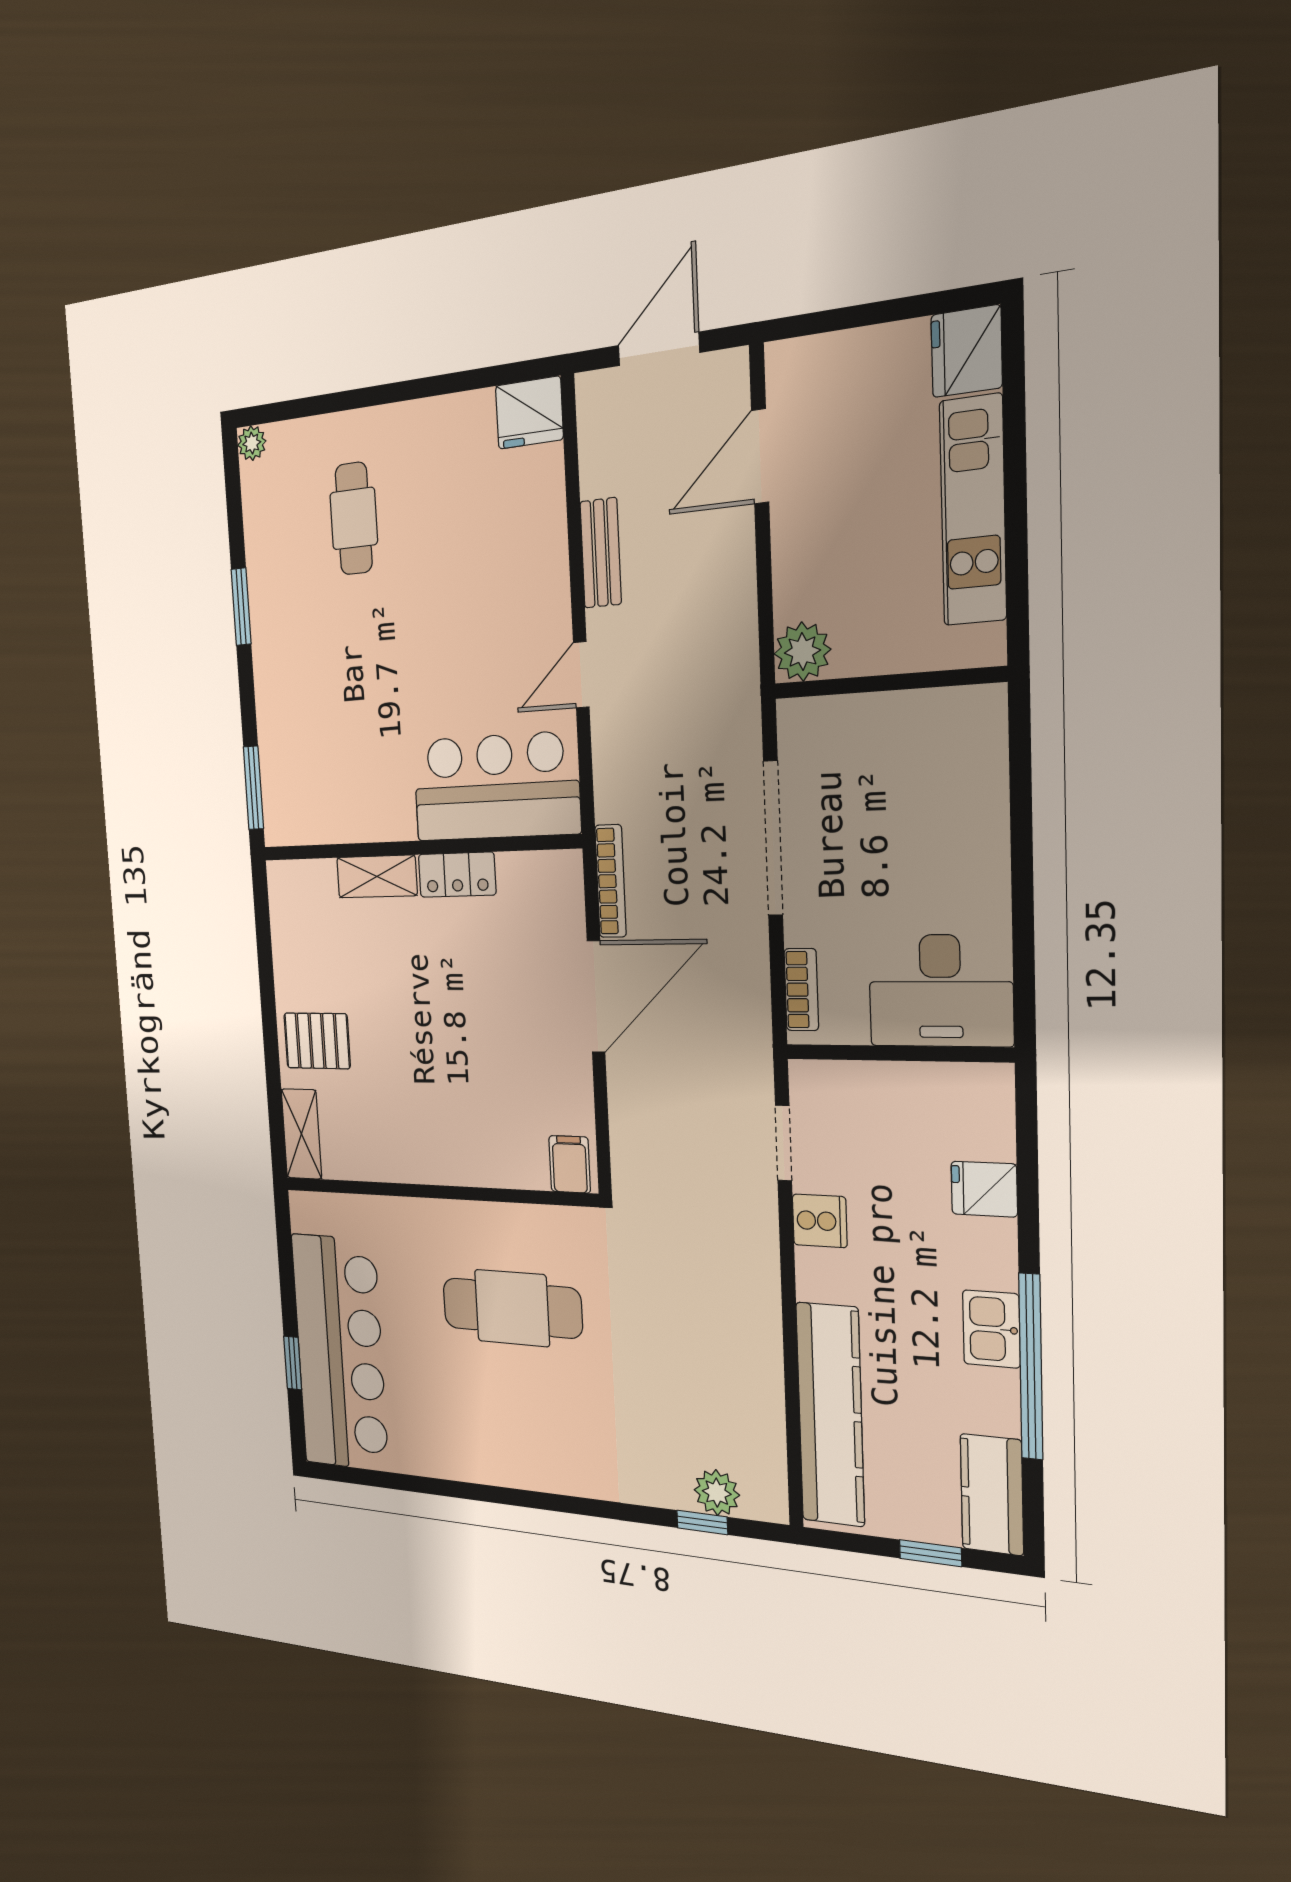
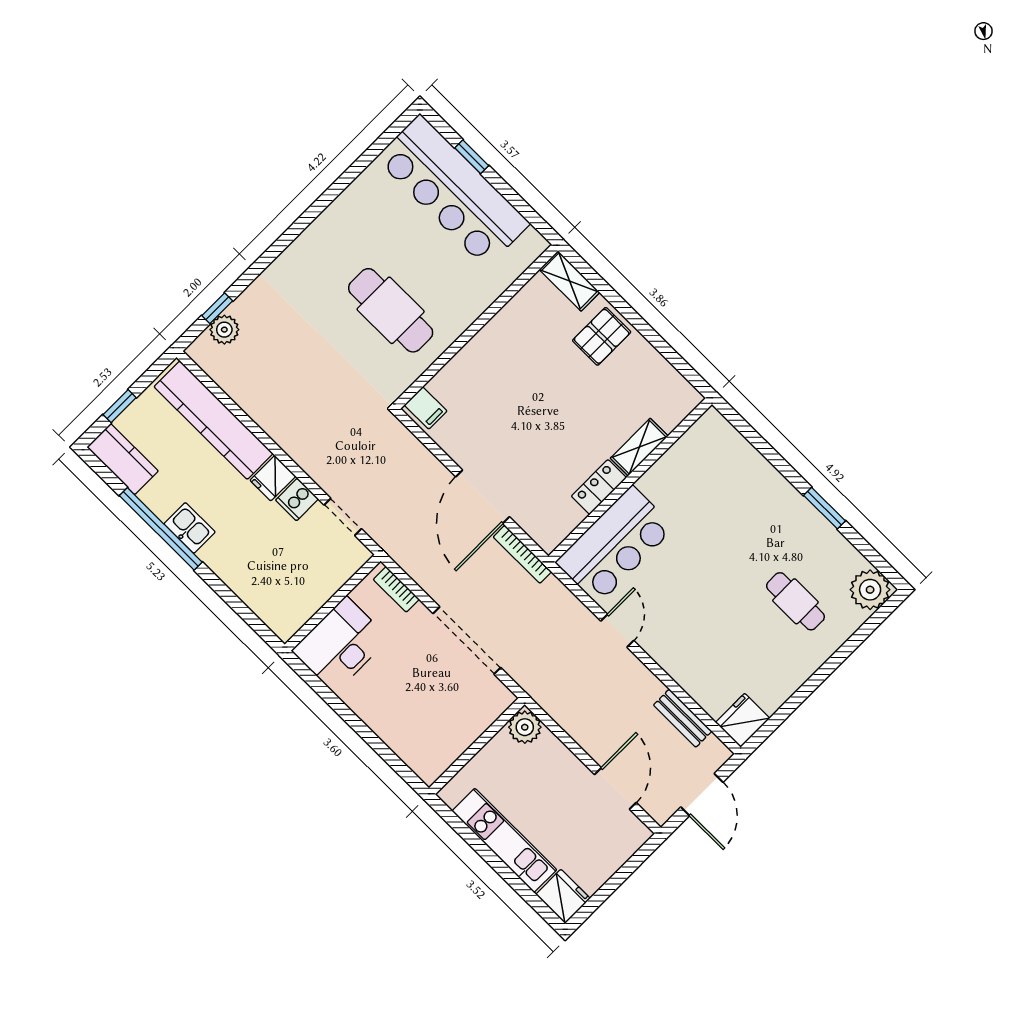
plant: (252, 443) -> (870, 590), width x1.88, depth x1.88
bench: (601, 553) -> (683, 718), moved
window: (253, 788) -> (743, 427), removed
fridge: (984, 1189) -> (273, 478), moved, turned 180
cafe table: (512, 1308) -> (391, 310), turned 90

